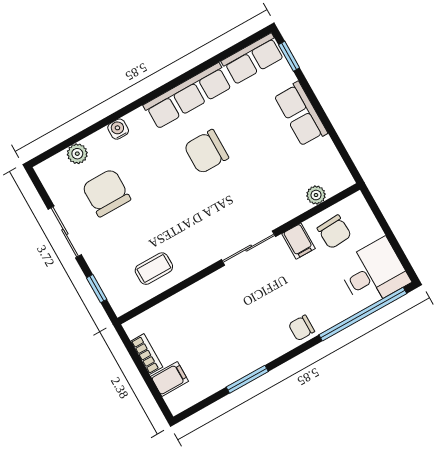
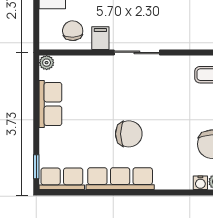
row of seats: (301, 114) -> (50, 104), moved
water cooler: (118, 129) -> (200, 183), moved
plant: (316, 195) -> (47, 63), moved

